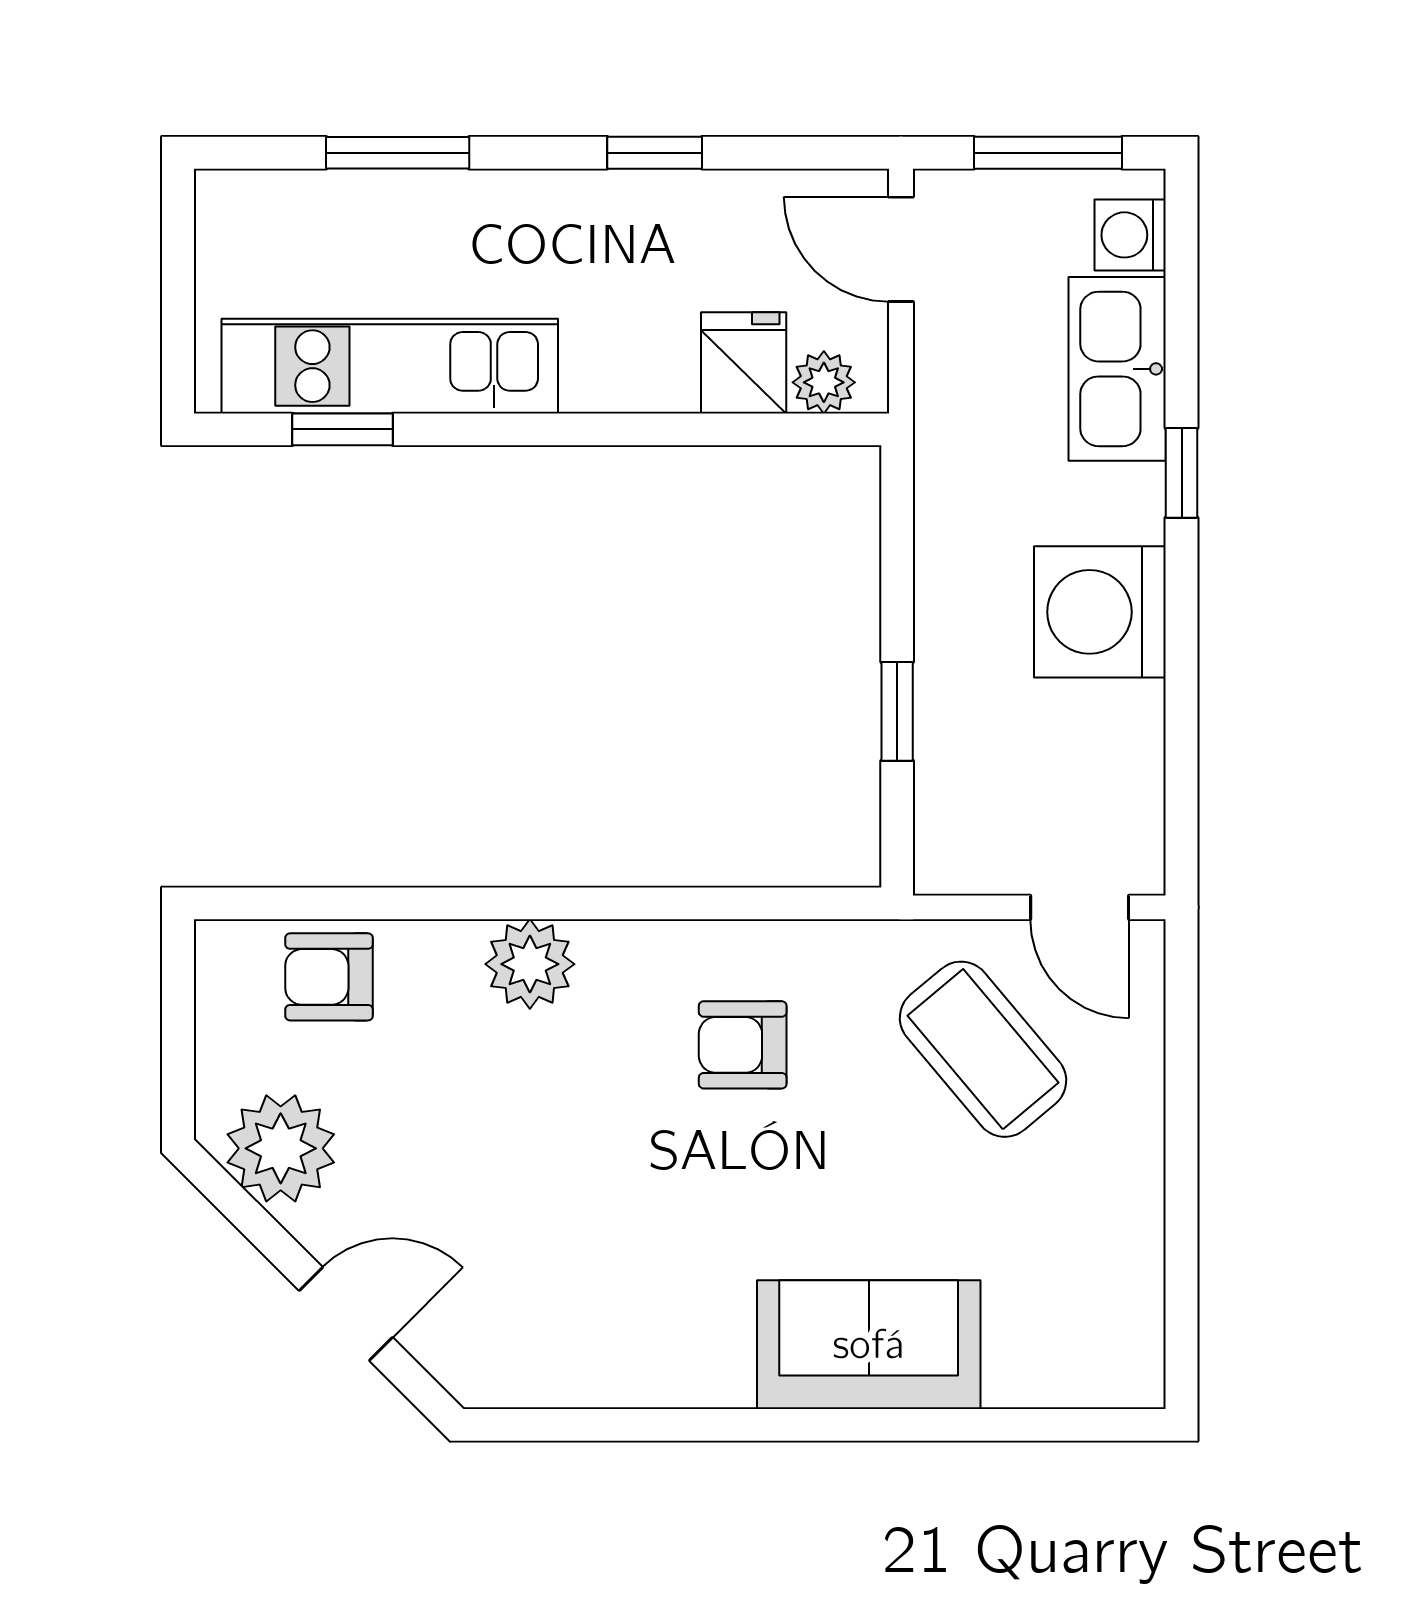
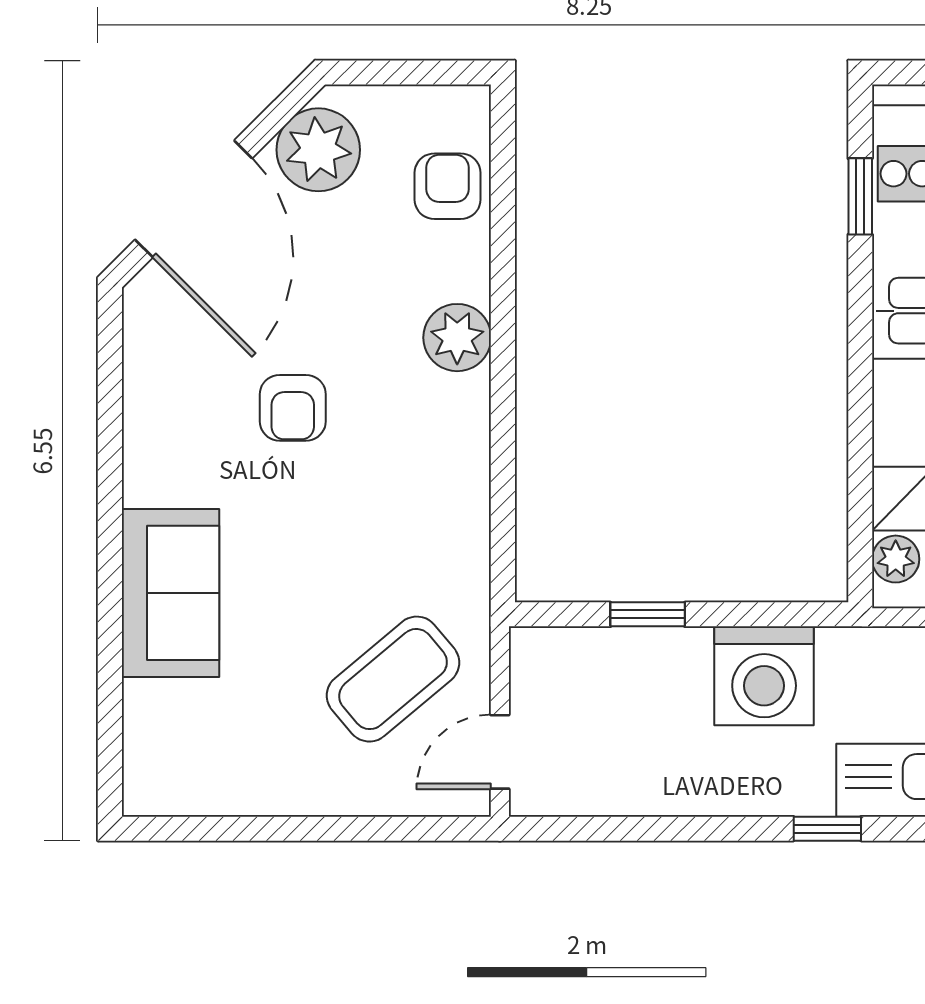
washing machine: (1100, 612) -> (764, 676), moved, turned 180
armchair: (743, 1045) -> (293, 408), moved, turned 180
door: (346, 1314) -> (194, 199), width x1.88

